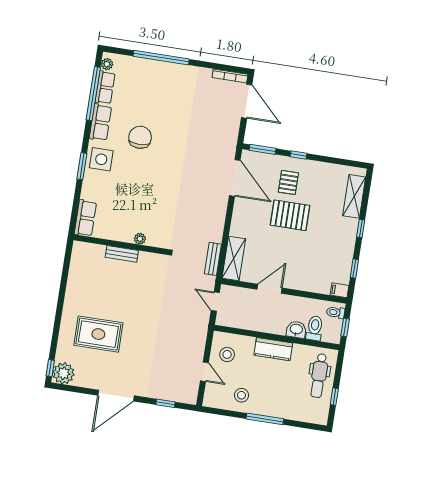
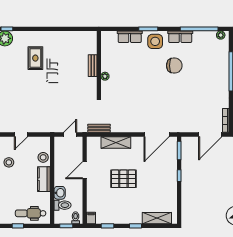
row of seats: (105, 87) -> (205, 36), removed
pallet: (288, 182) -> (159, 172), removed
pallet: (290, 215) -> (123, 179), moved, turned 90
row of seats: (85, 218) -> (130, 37), moved
shelving: (234, 258) -> (116, 142), moved
door: (270, 289) -> (85, 170), swing flipped
rug: (98, 334) -> (35, 58), width x0.73, depth x0.70
stool: (227, 354) -> (43, 157), moved

